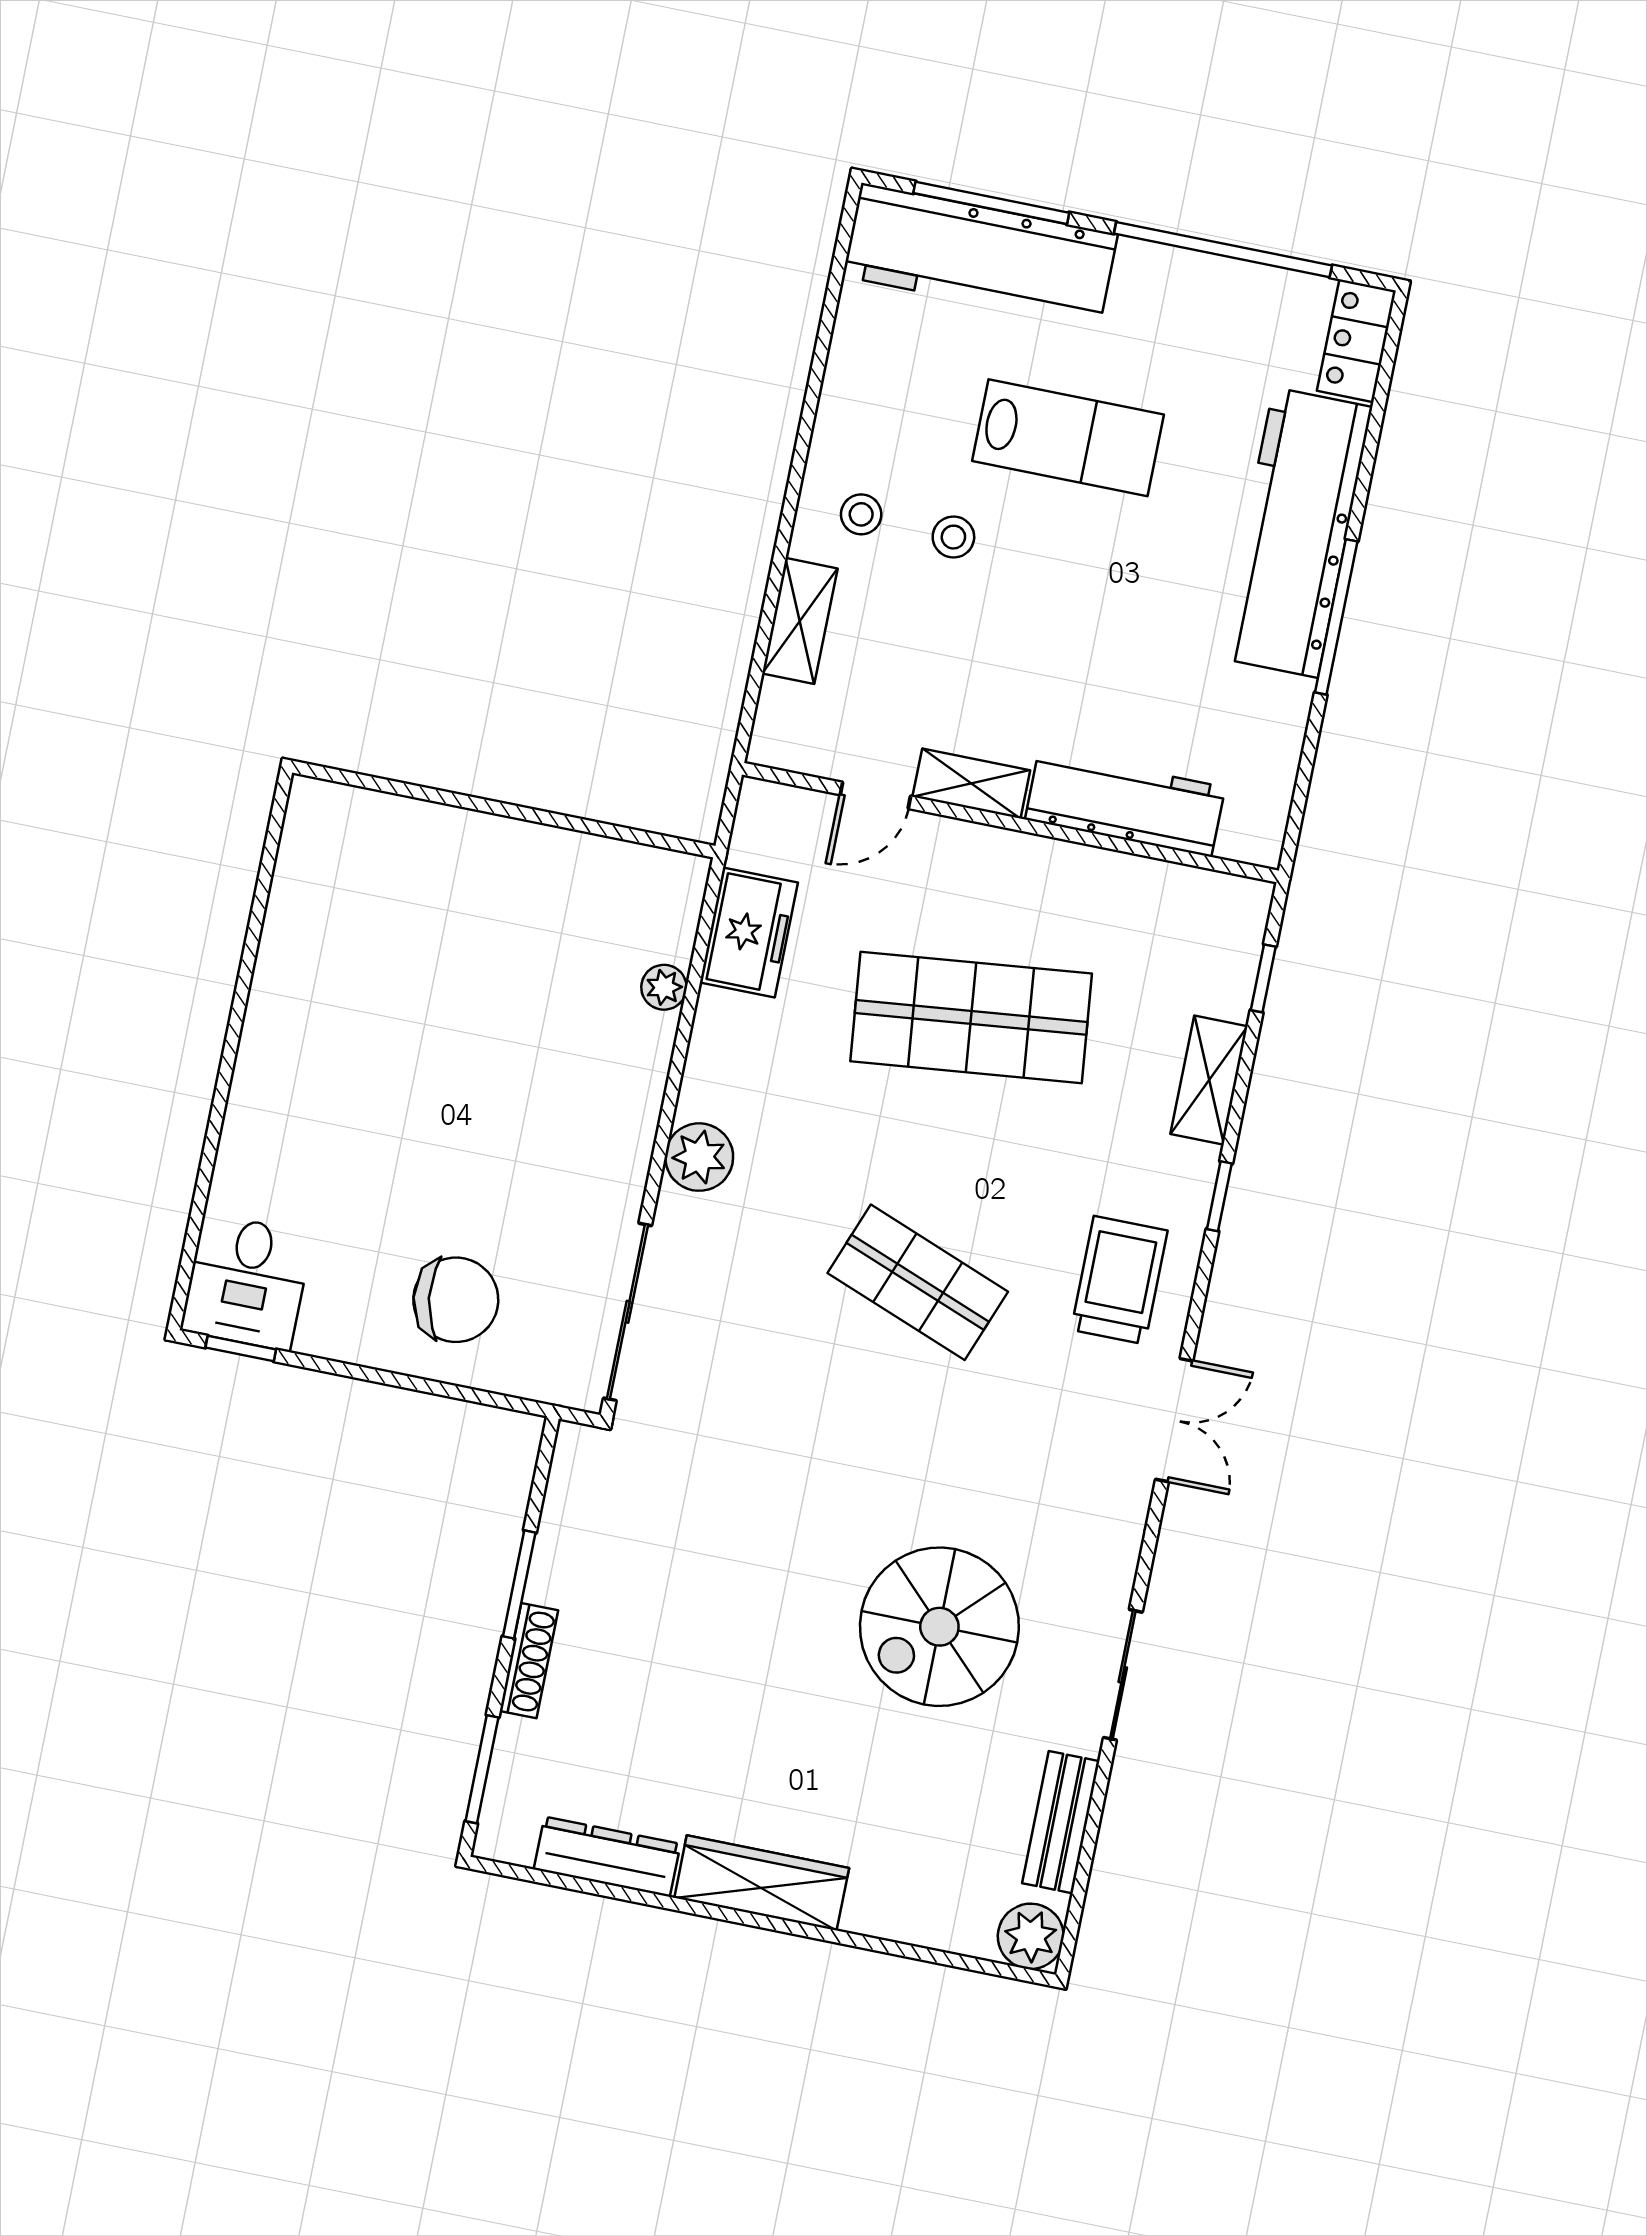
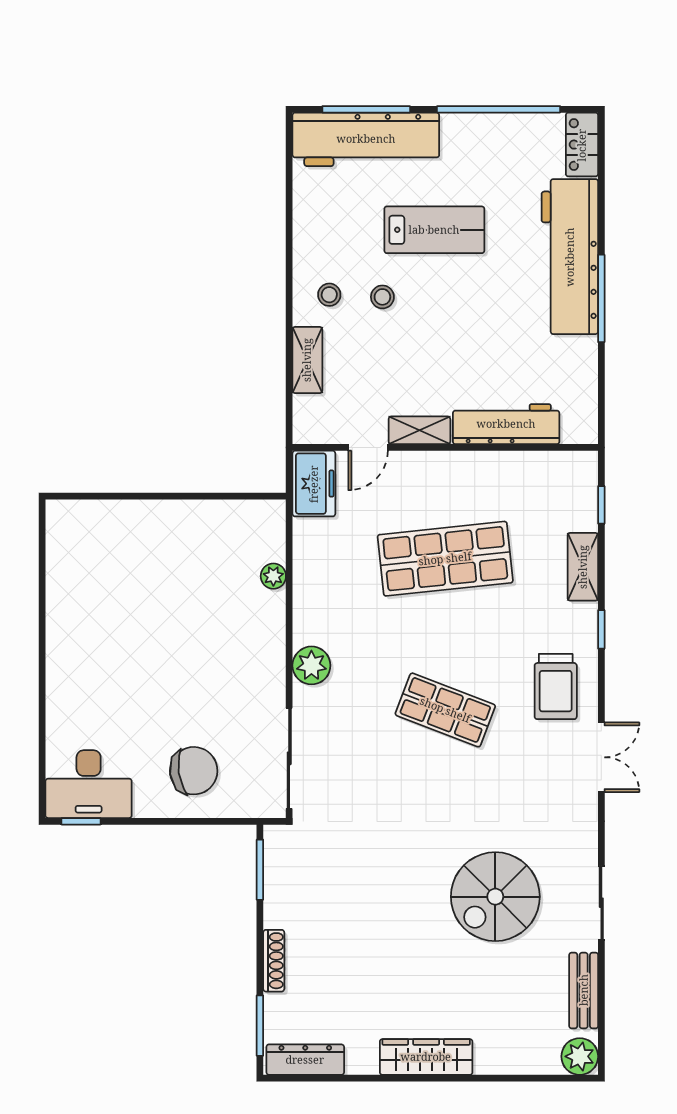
freezer: (749, 933) -> (314, 484), moved
trolley: (1119, 1280) -> (556, 686), turned 180
desk: (247, 1282) -> (89, 784), width x1.37
window: (519, 1584) -> (260, 870), moved
dresser: (607, 1857) -> (305, 1060), moved

